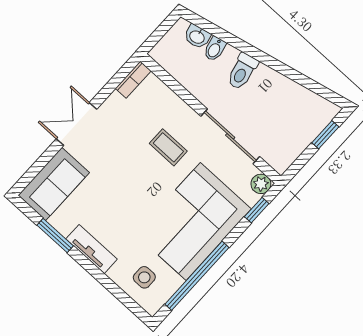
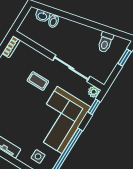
toilet: (242, 71) -> (105, 42), moved

